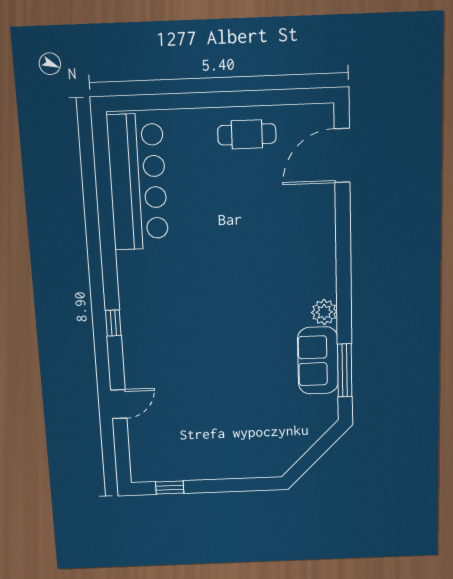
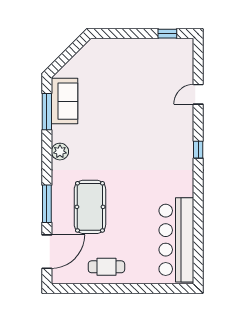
pool table: (276, 229) -> (90, 207), added
window: (343, 231) -> (47, 204), added
sofa: (318, 361) -> (65, 101), moved

